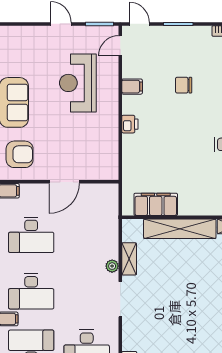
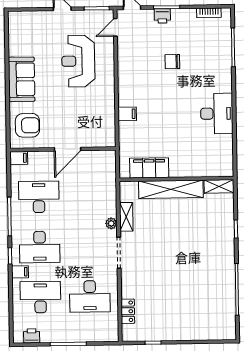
filing cabinet: (132, 87) -> (127, 114), moved
printer: (130, 124) -> (162, 16), moved, turned 90
desk: (31, 235) -> (39, 197), turned 180

